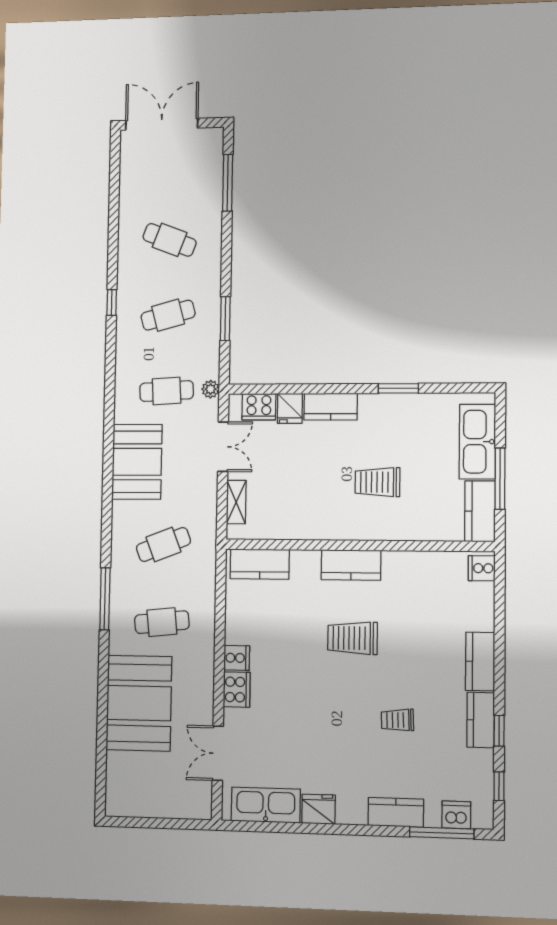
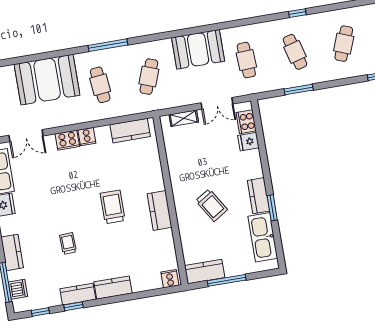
plant: (211, 389) -> (252, 88), removed
kitchen counter: (331, 407) -> (259, 196), moved
kitchen sink: (477, 442) -> (263, 237), moved, turned -90
trolley: (377, 482) -> (212, 205), turned 148
cafe table: (163, 544) -> (149, 77), turned 42
kitchen counter: (260, 564) -> (130, 131), moved, turned -90
kitchen counter: (351, 565) -> (160, 210), moved
double door: (218, 753) -> (26, 136), swing flipped

